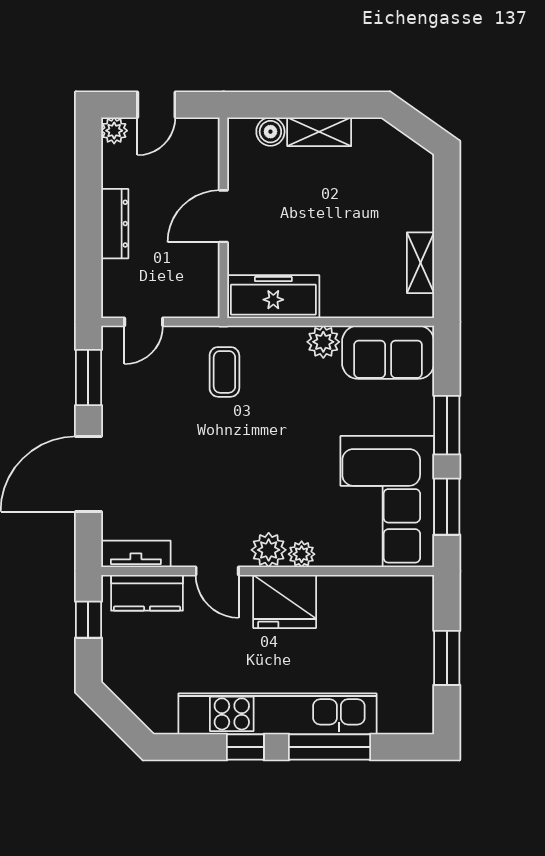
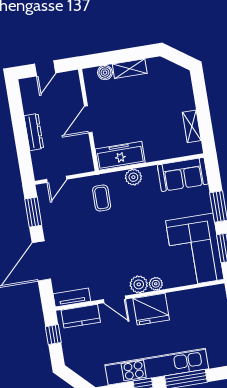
plant: (114, 131) -> (26, 85), removed
plant: (323, 342) -> (133, 177), moved

